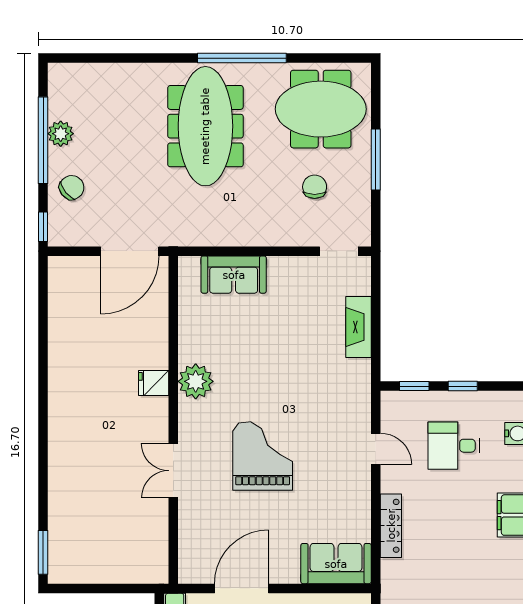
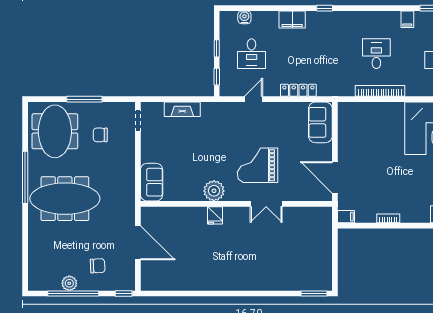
chair: (72, 188) -> (98, 266), moved, turned 126
plant: (196, 381) -> (214, 191), moved
fridge: (154, 383) -> (215, 215), moved
wall: (173, 420) -> (236, 204), moved
double door: (173, 471) -> (266, 204), moved

